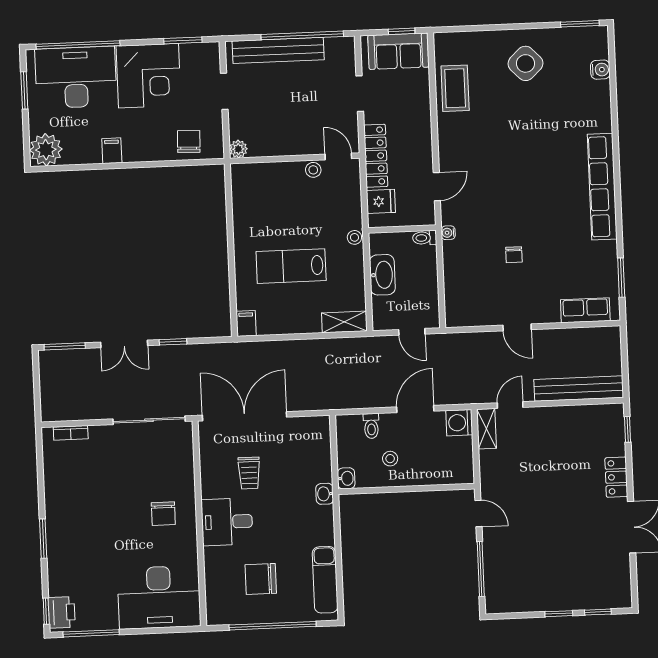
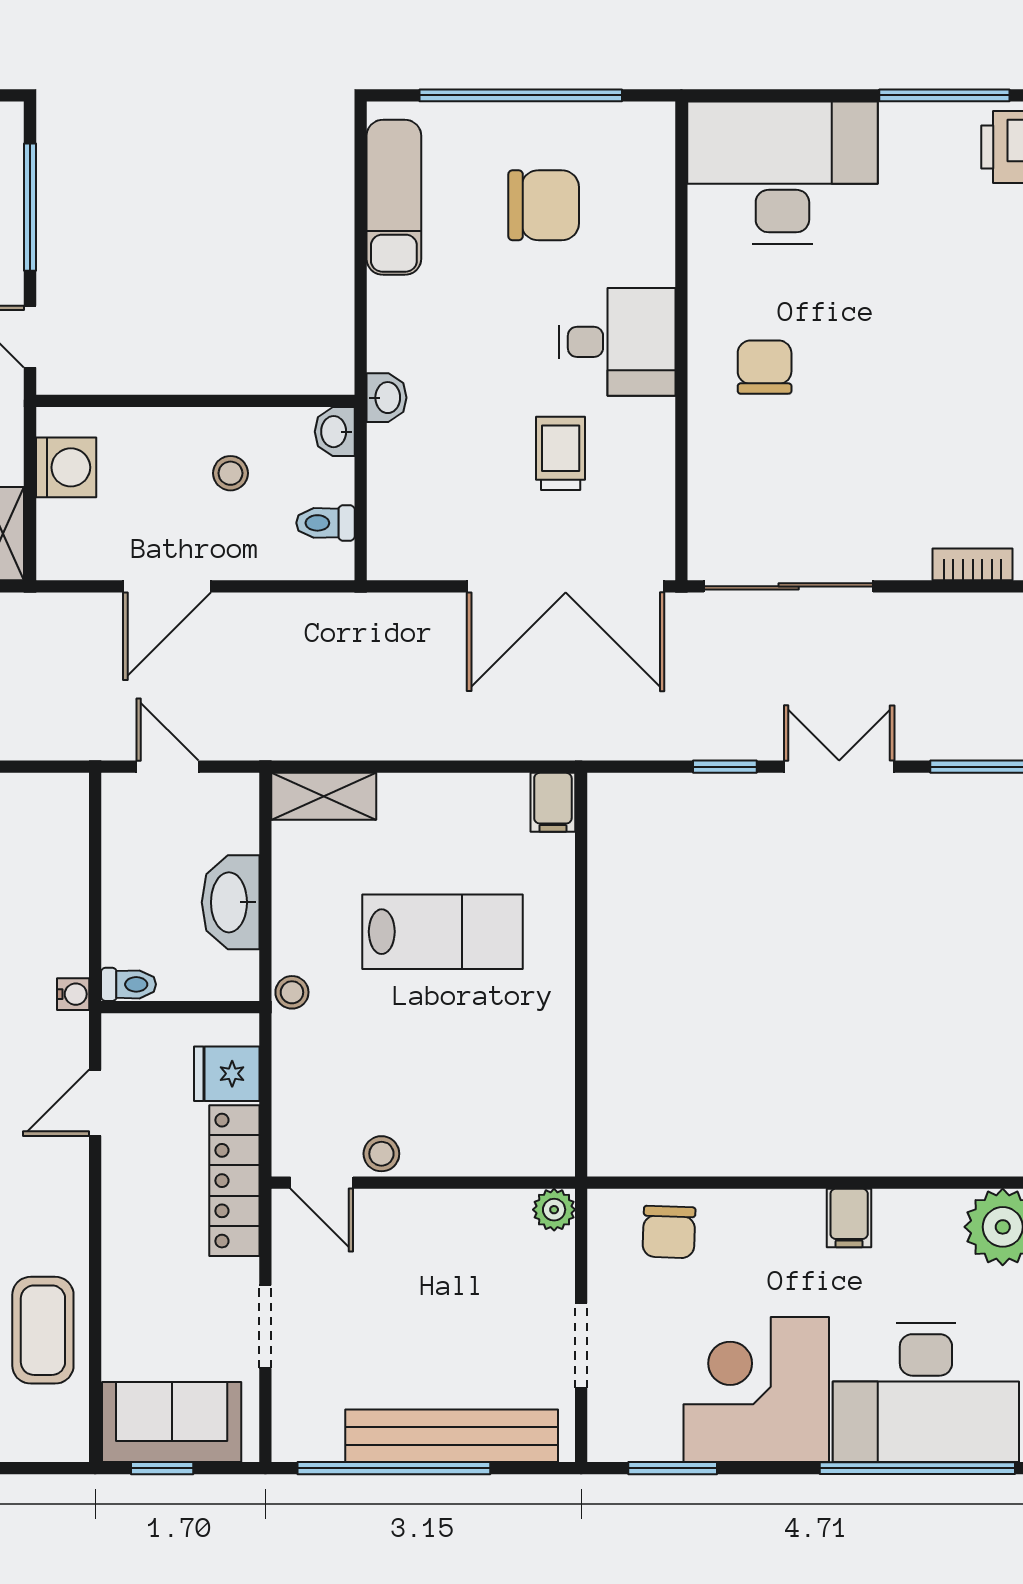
washing machine: (459, 423) -> (66, 467), moved
toilet: (371, 426) -> (326, 523), moved, turned -90

